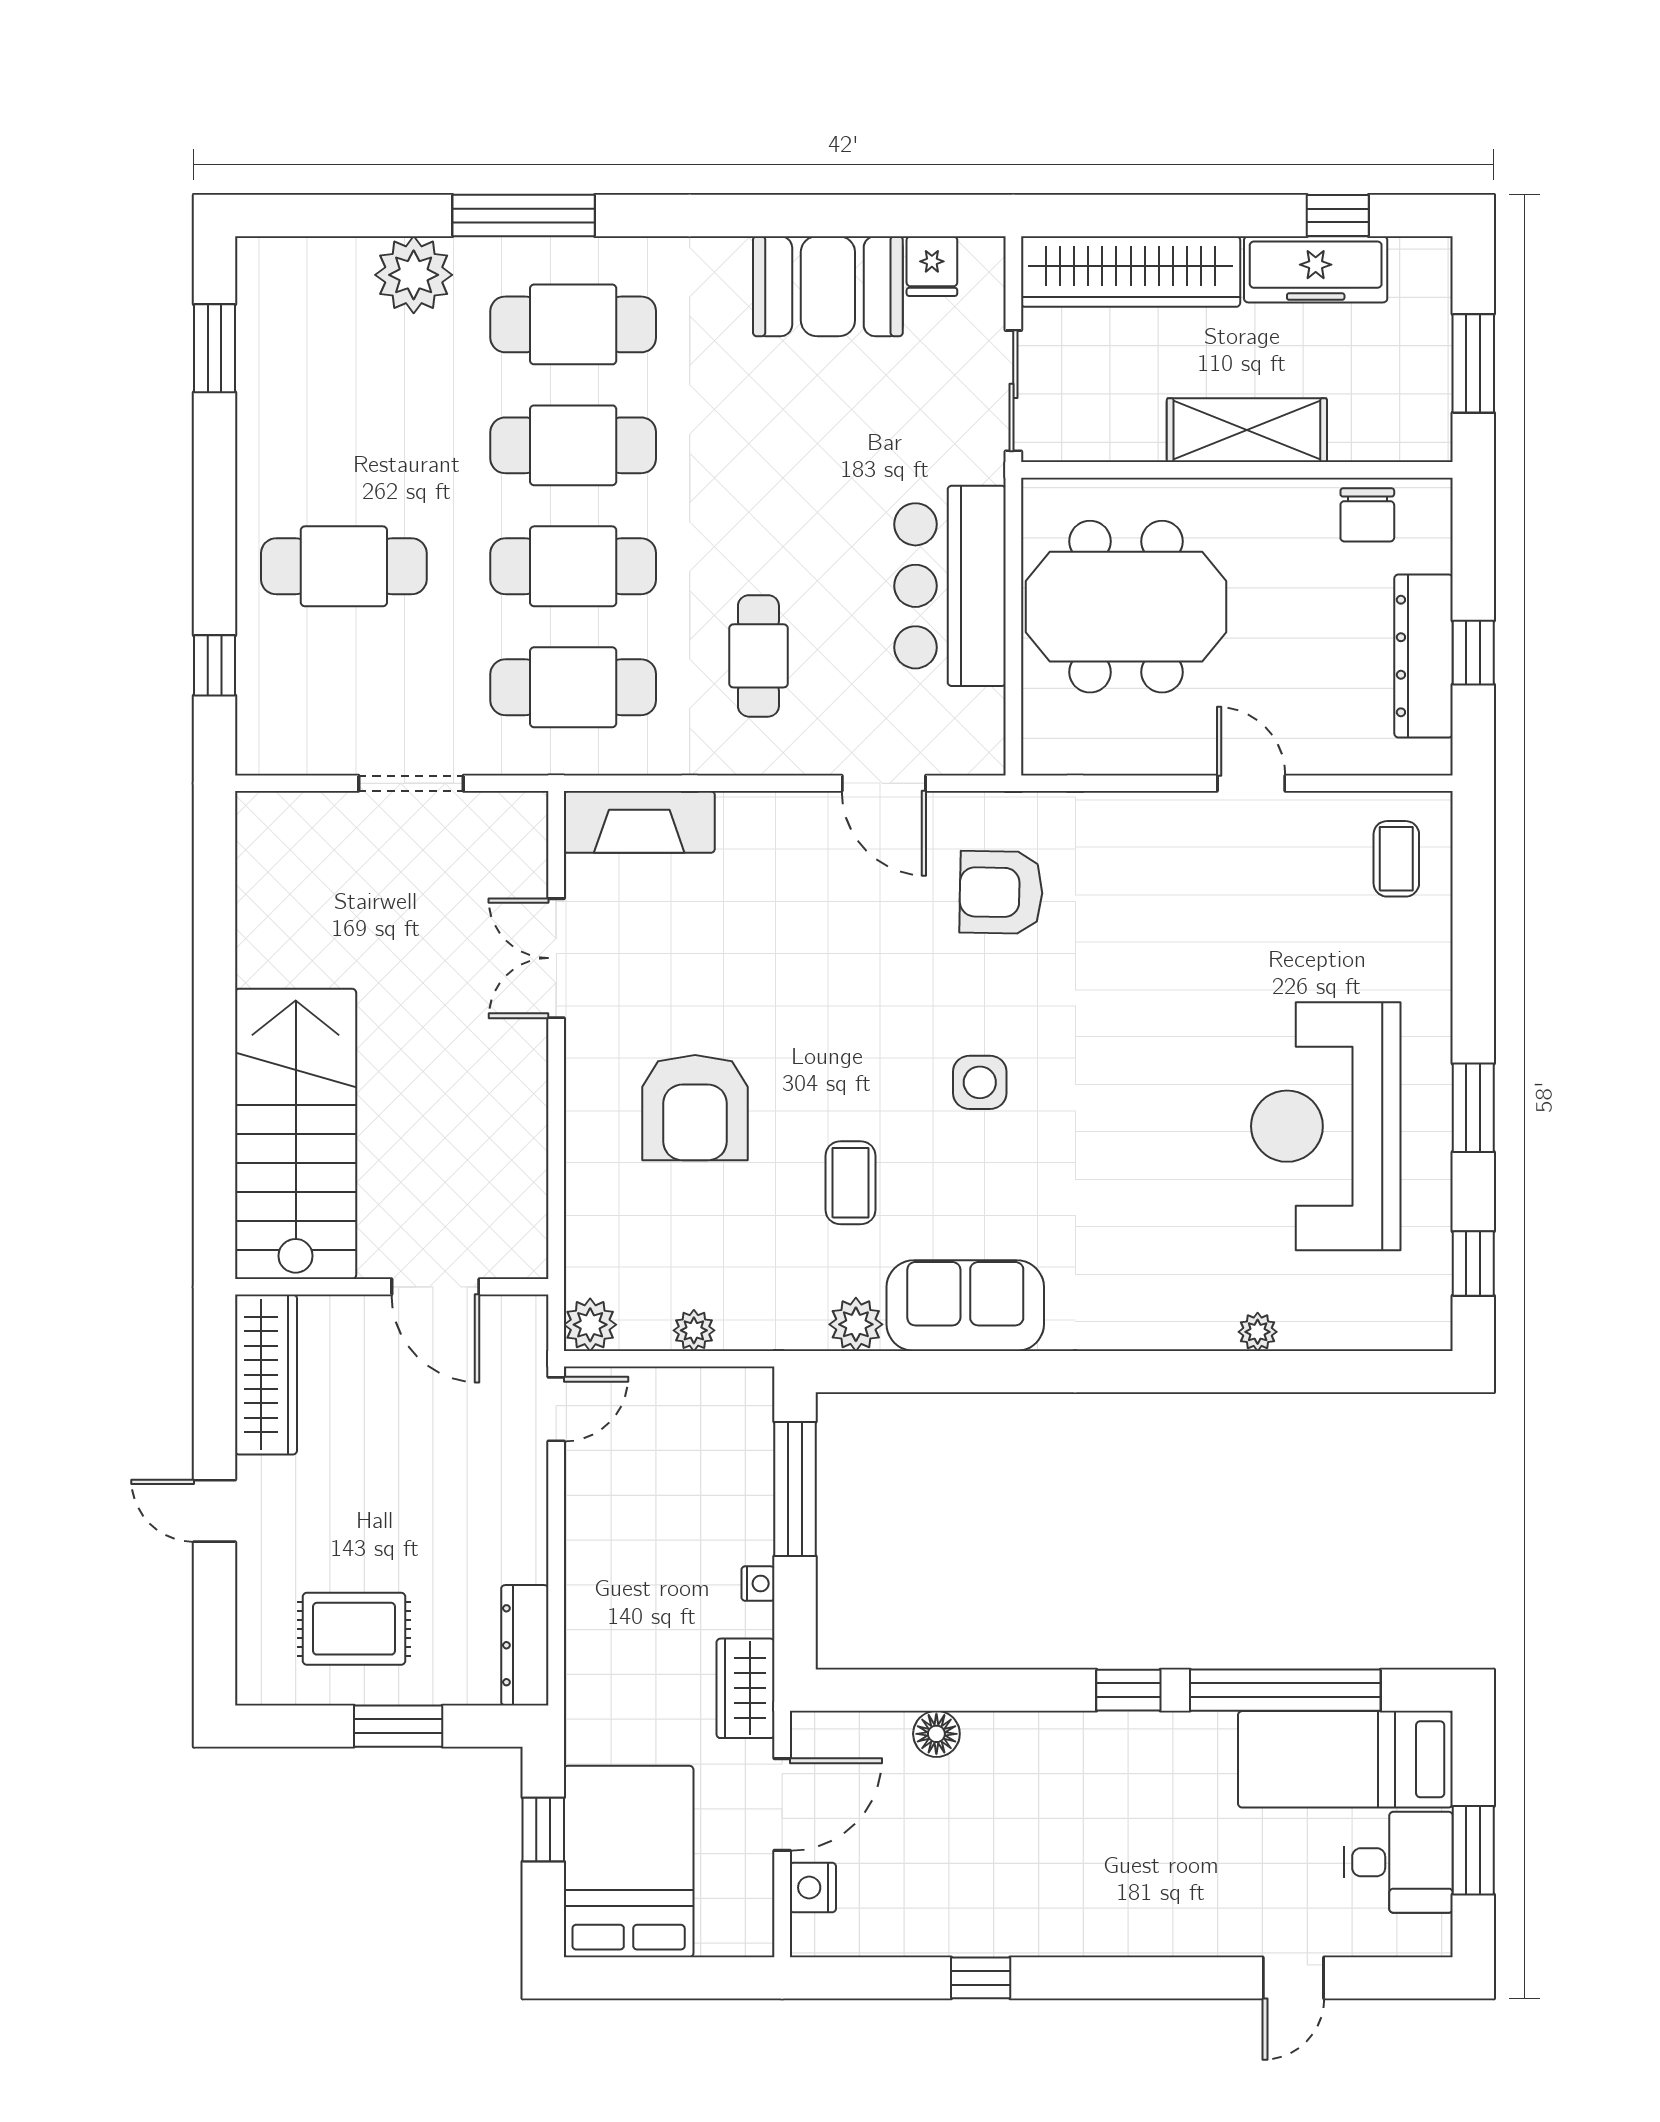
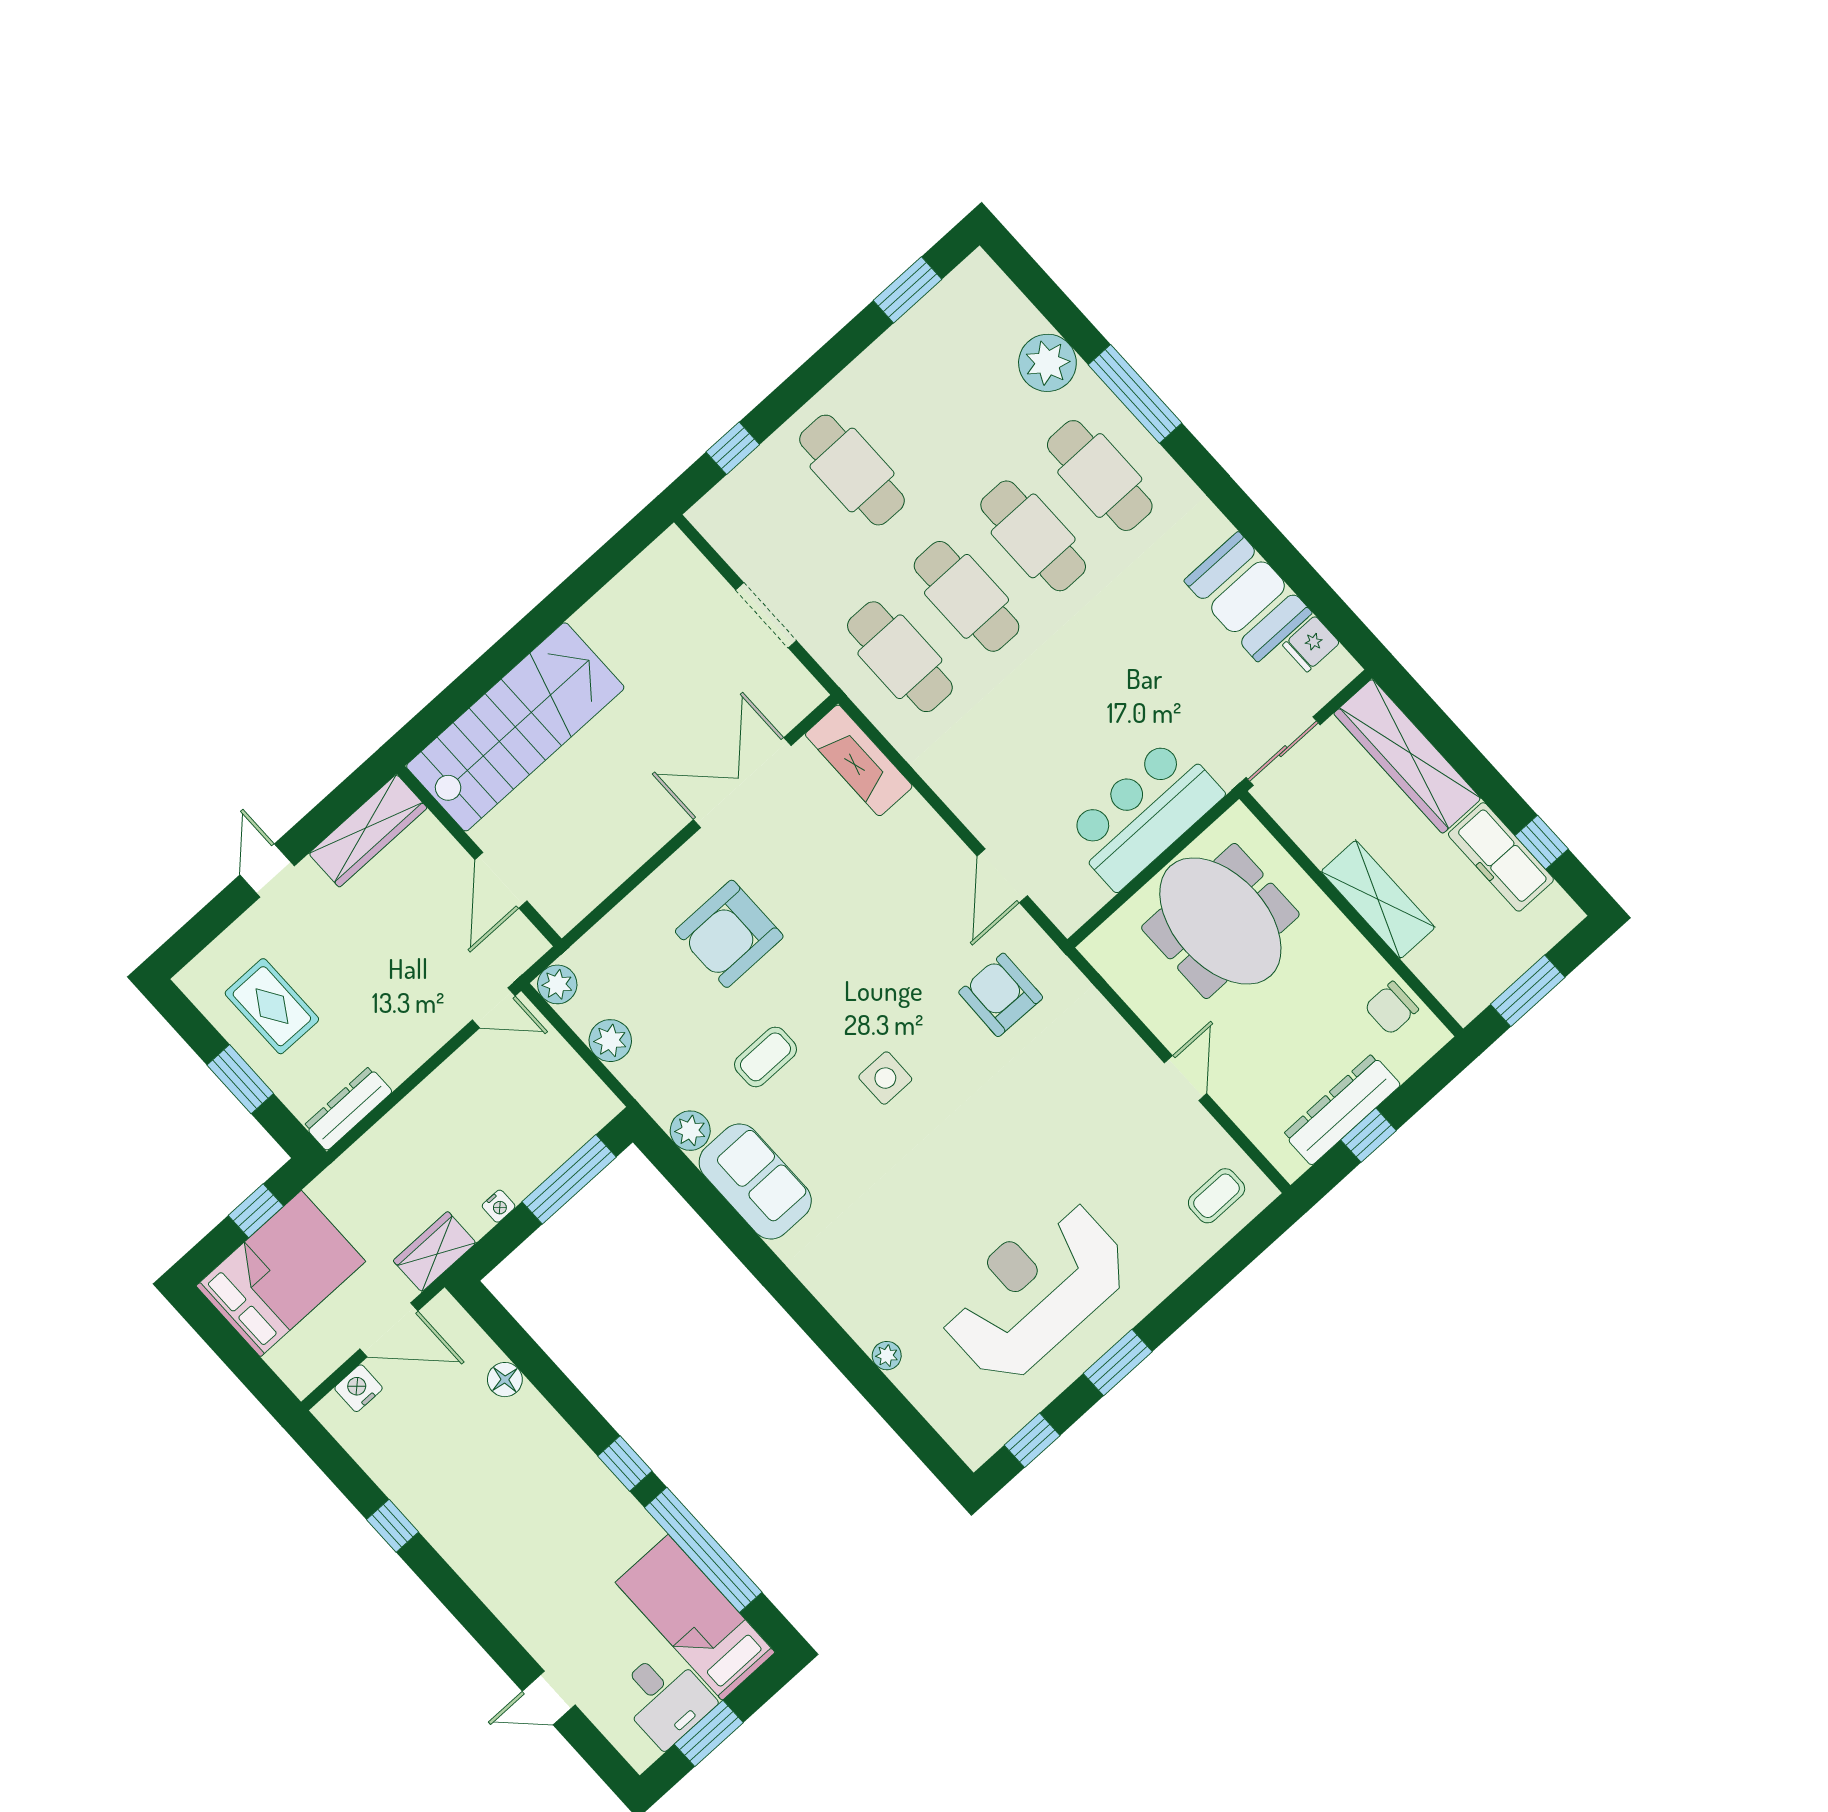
cafe table: (758, 656) -> (1010, 743), removed
double door: (556, 958) -> (742, 783), width x1.37
plant: (694, 1330) -> (610, 1041), width x1.38, depth x1.38

